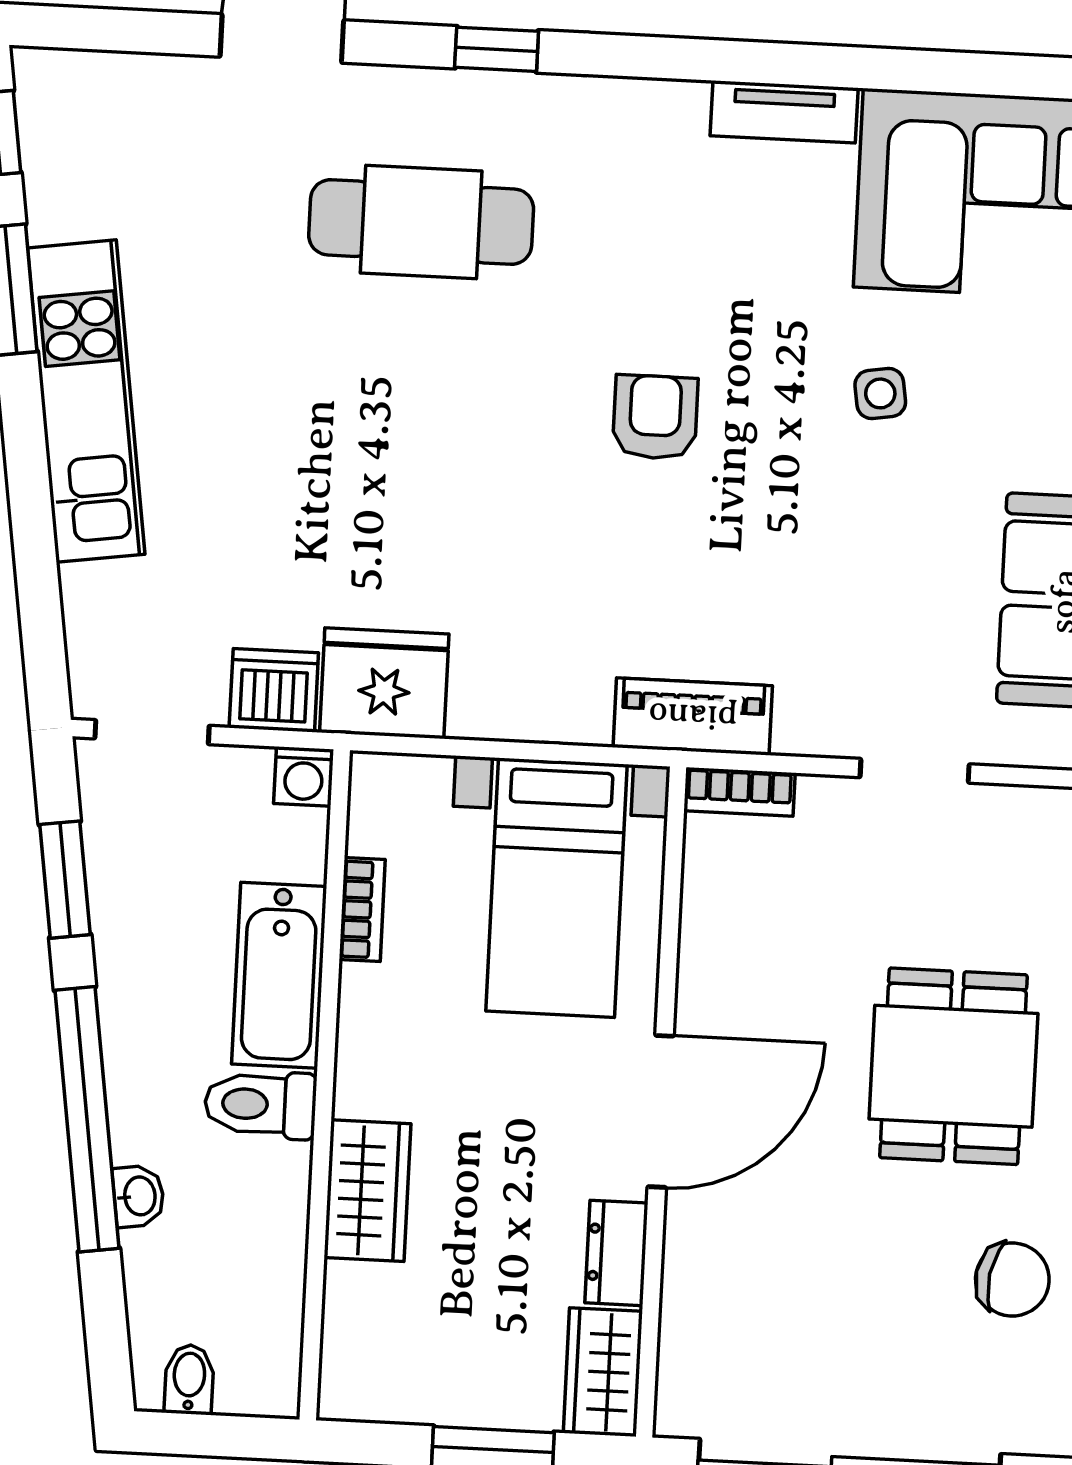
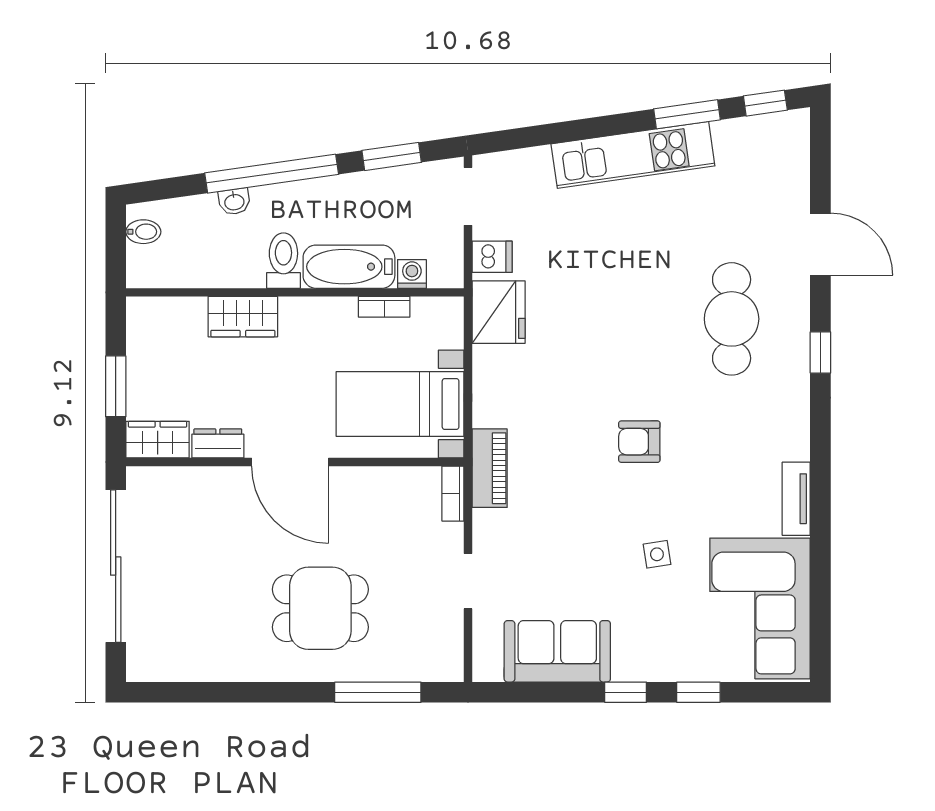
armchair: (655, 417) -> (639, 442), turned 180
dishwasher: (274, 690) -> (492, 257), width x0.73
washing machine: (304, 776) -> (412, 274), moved, turned 90
chair: (1012, 1280) -> (215, 643), removed

